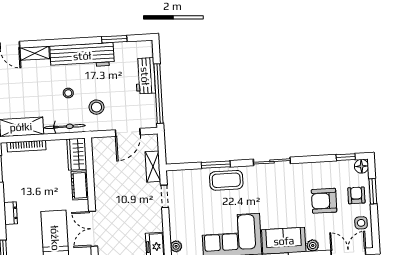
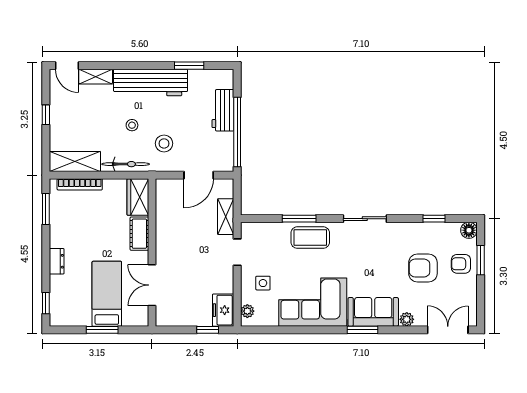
window: (346, 157) -> (434, 219), moved
armchair: (356, 195) -> (461, 264), turned -90
side table: (361, 223) -> (263, 283), moved

